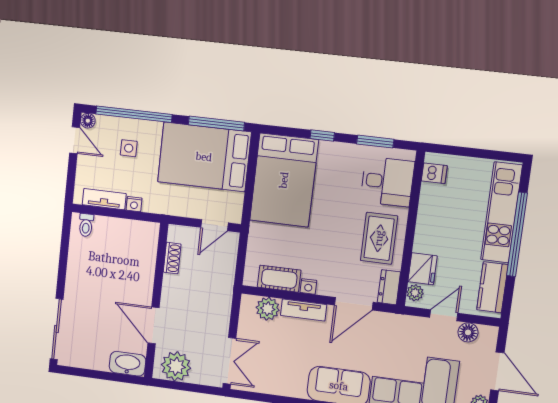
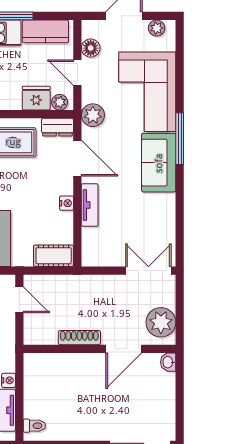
shoe rack: (172, 258) -> (79, 338), moved, width x1.43
cot: (279, 279) -> (54, 256), moved, turned 90
plant: (268, 309) -> (93, 115), moved
washbasin: (127, 364) -> (168, 362), width x0.52, depth x0.69

